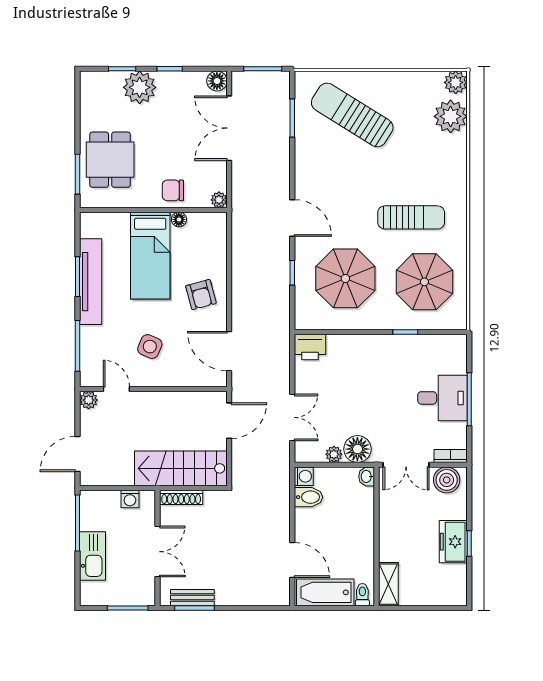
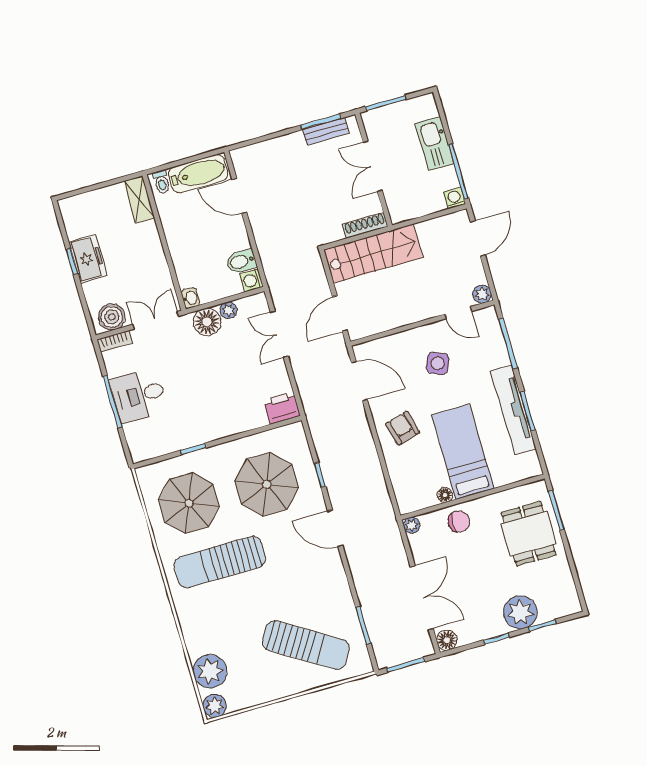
sun lounger: (411, 217) -> (220, 562), width x1.36, depth x1.34
washing machine: (130, 499) -> (454, 198), moved

